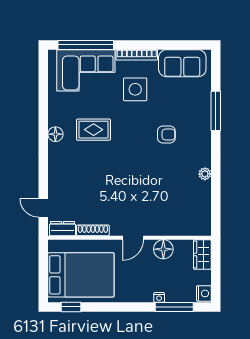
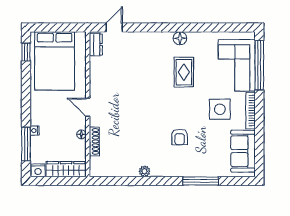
shoe rack: (93, 230) -> (94, 141), moved
floor lamp: (163, 249) -> (81, 134), width x0.53, depth x0.53
wardrobe: (202, 254) -> (66, 169), width x1.50

